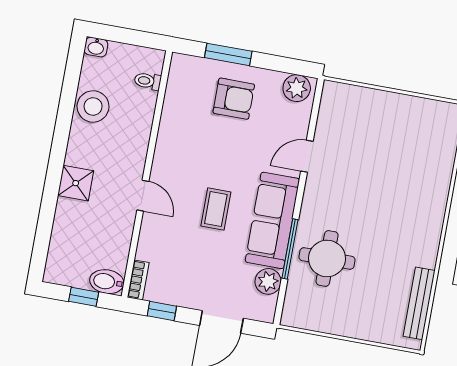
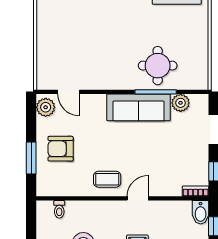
armchair: (234, 99) -> (61, 149), turned -90
door: (307, 156) -> (69, 92), moved
coffee table: (216, 209) -> (107, 179), moved

